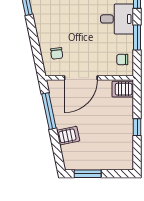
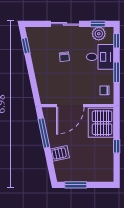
chair: (57, 53) -> (64, 57), moved
server rack: (123, 89) -> (101, 123), width x2.18, depth x1.44

